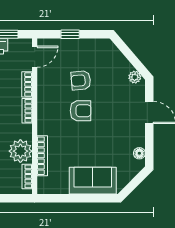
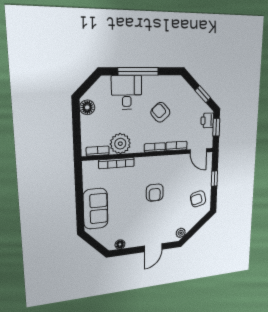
armchair: (81, 80) -> (198, 199), moved, turned -99

